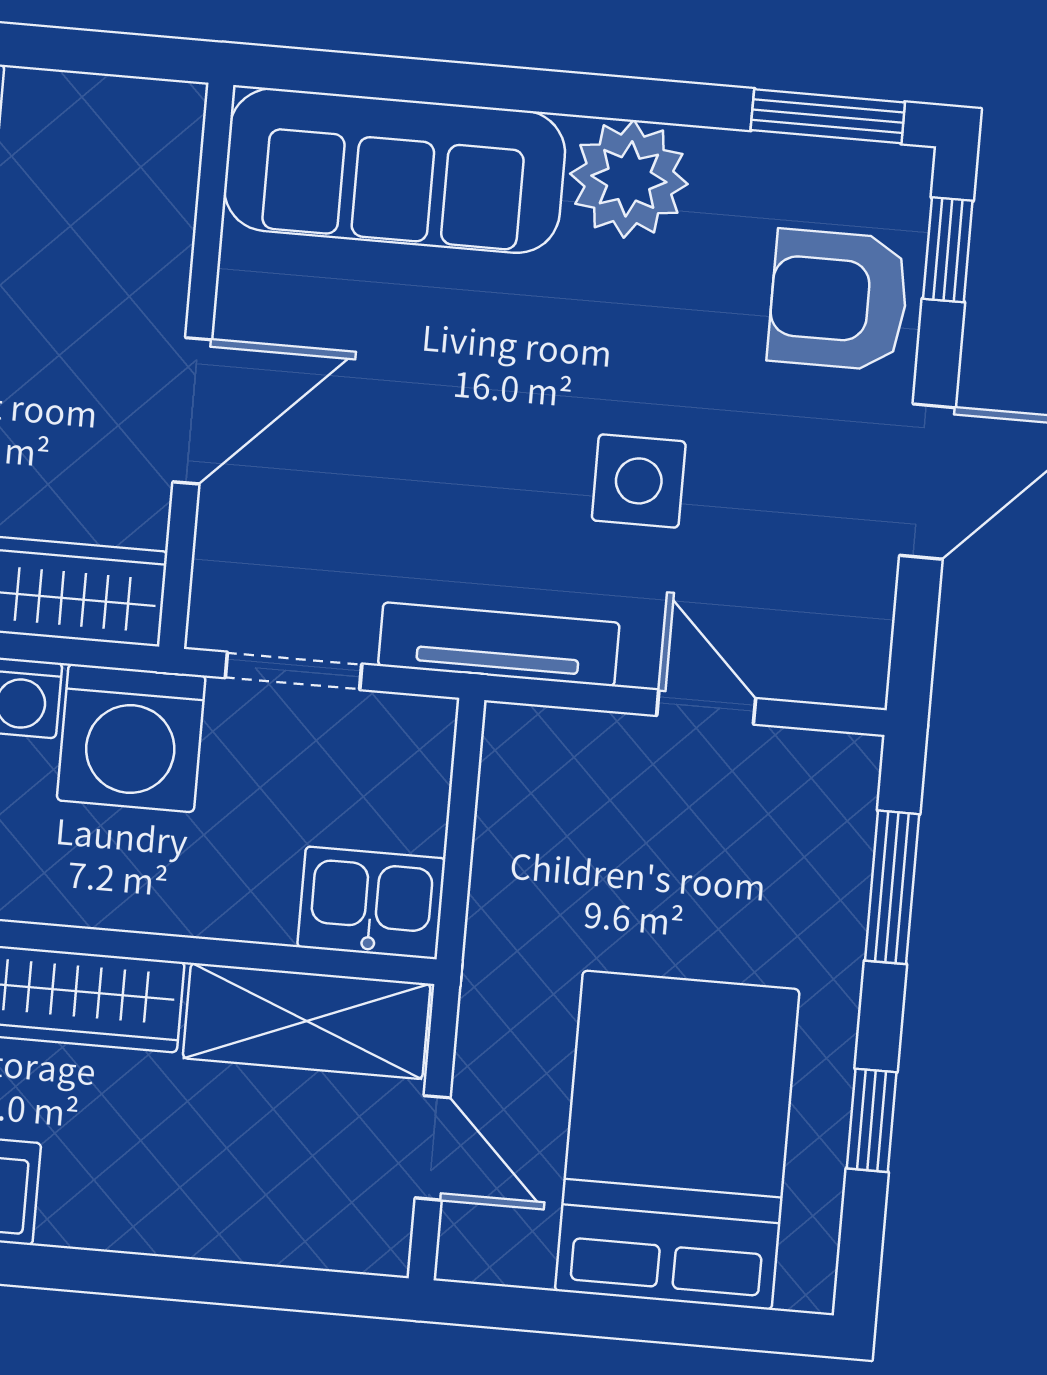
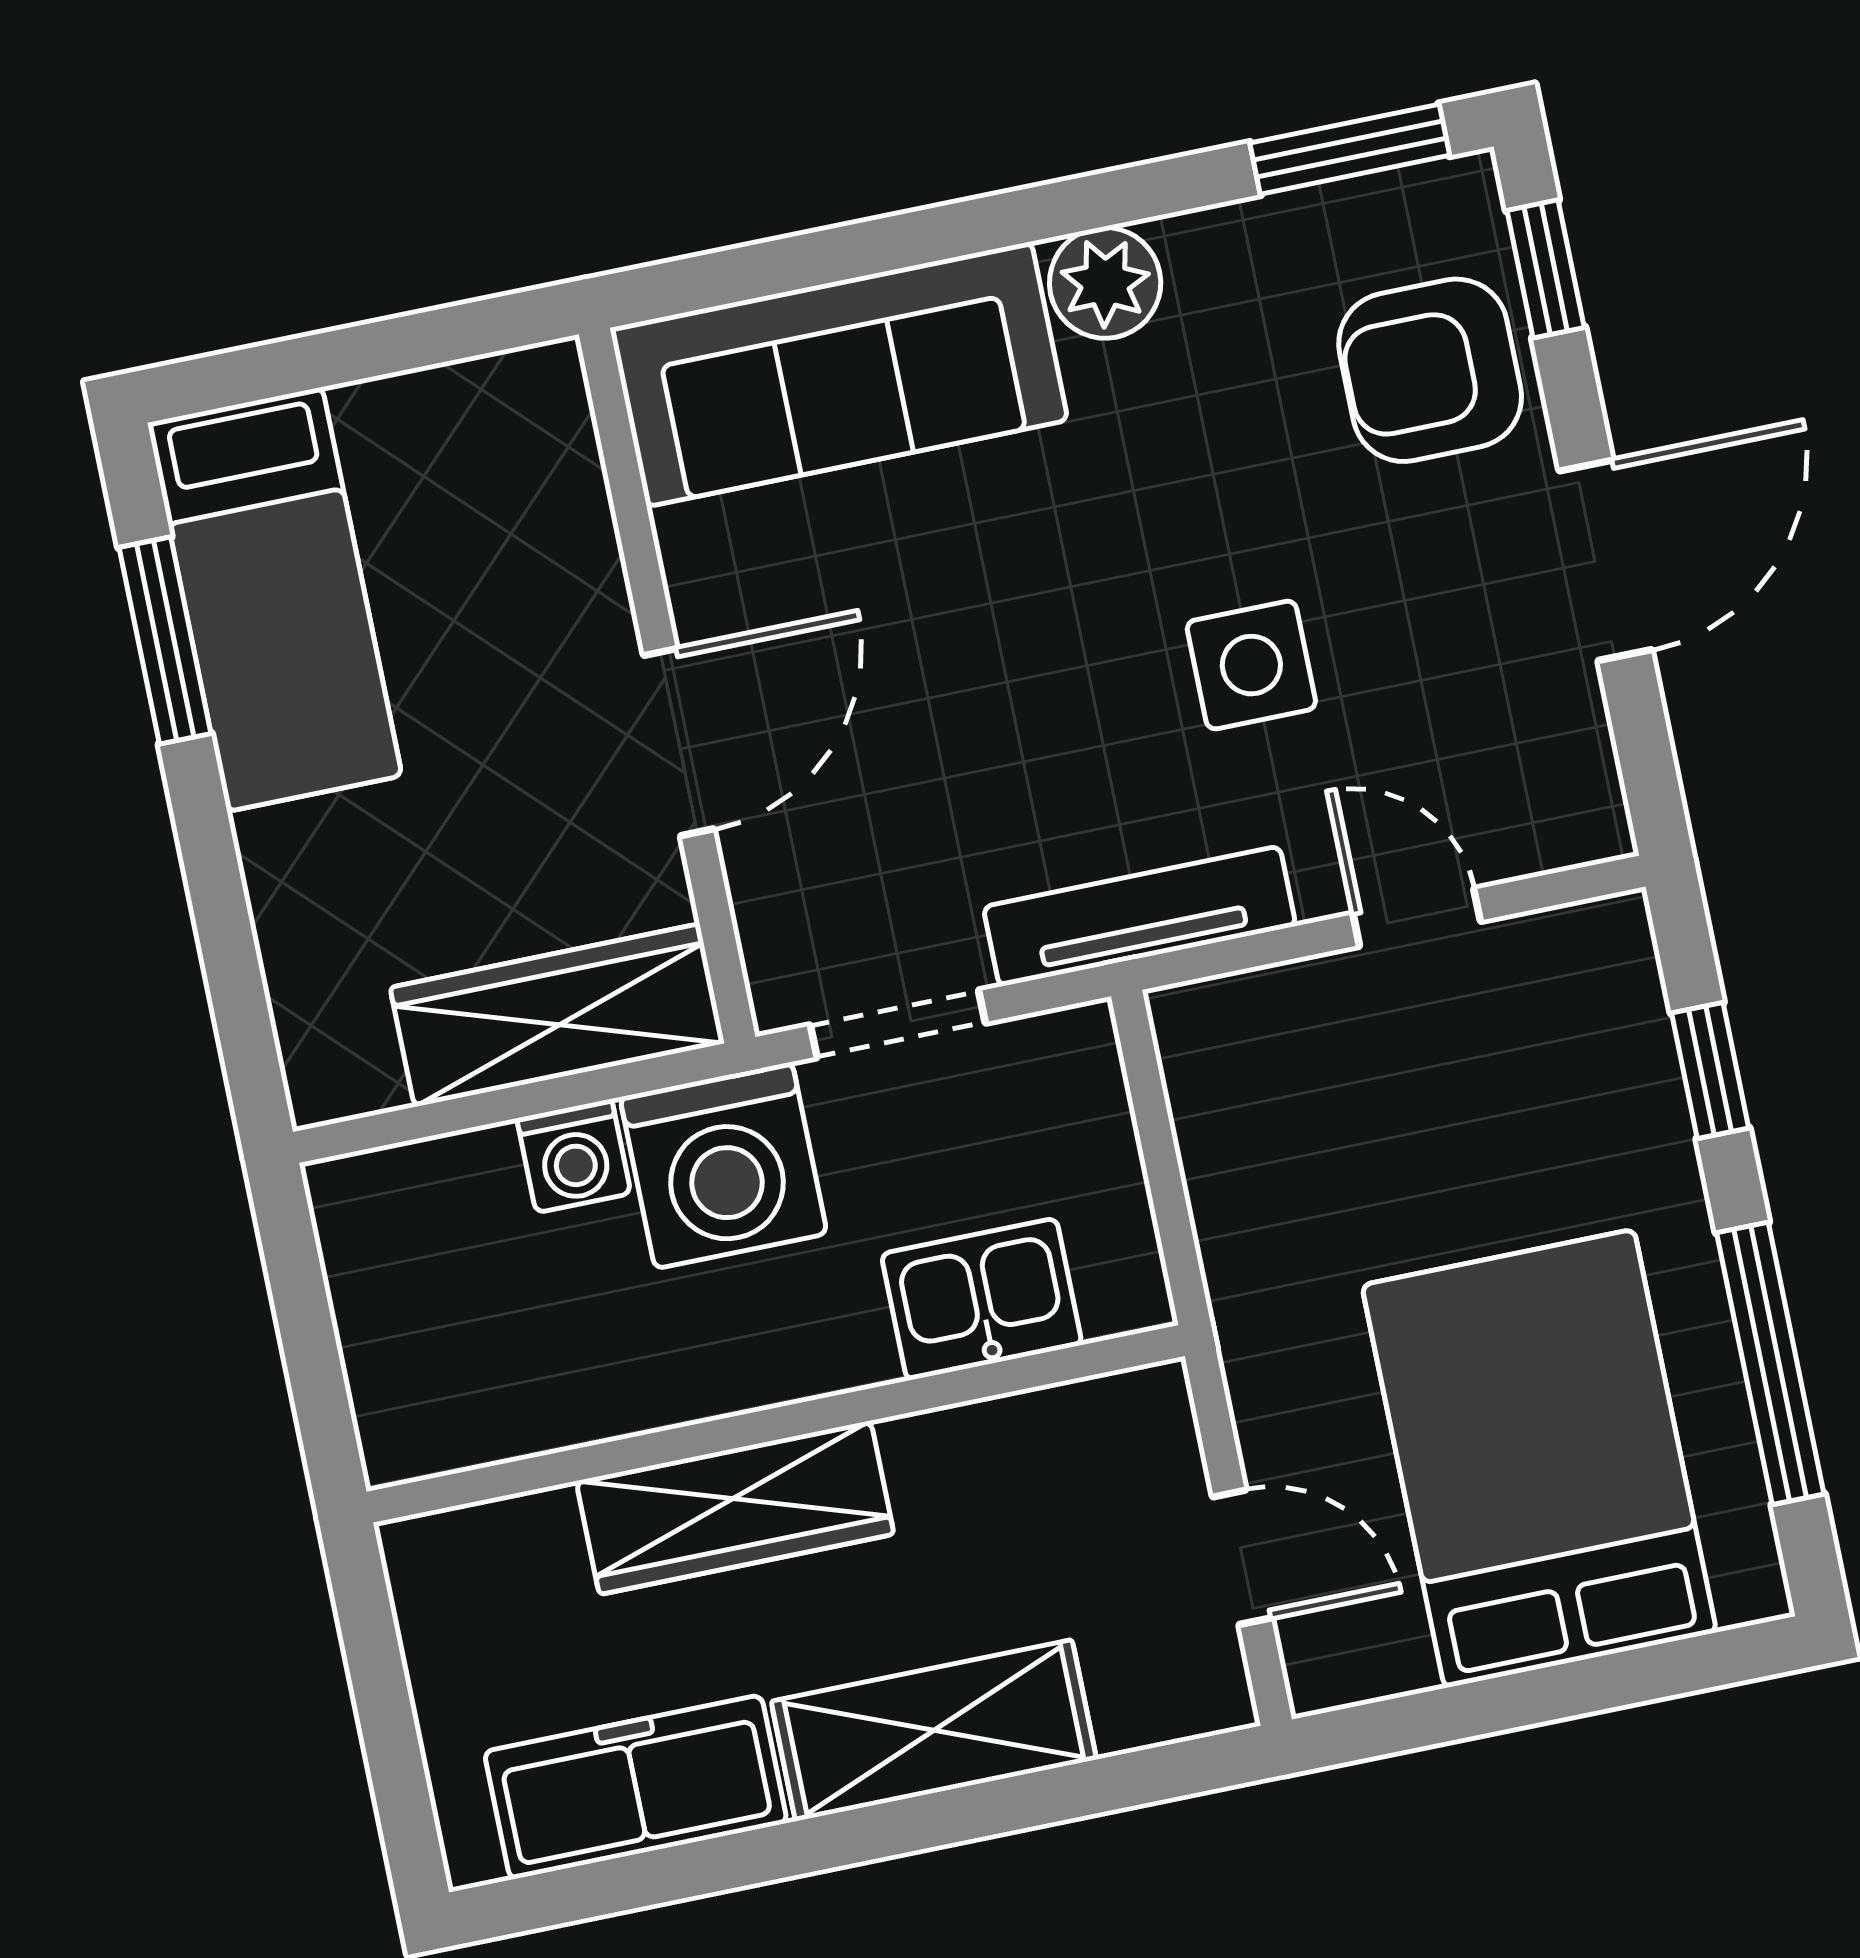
plant: (629, 179) -> (1105, 283), width x0.73, depth x0.73
window: (892, 887) -> (1710, 1070), width x0.67
kitchen sink: (371, 903) -> (982, 1299), moved
shelving: (307, 1021) -> (934, 1730), moved
window: (872, 1120) -> (1770, 1363), width x2.17

